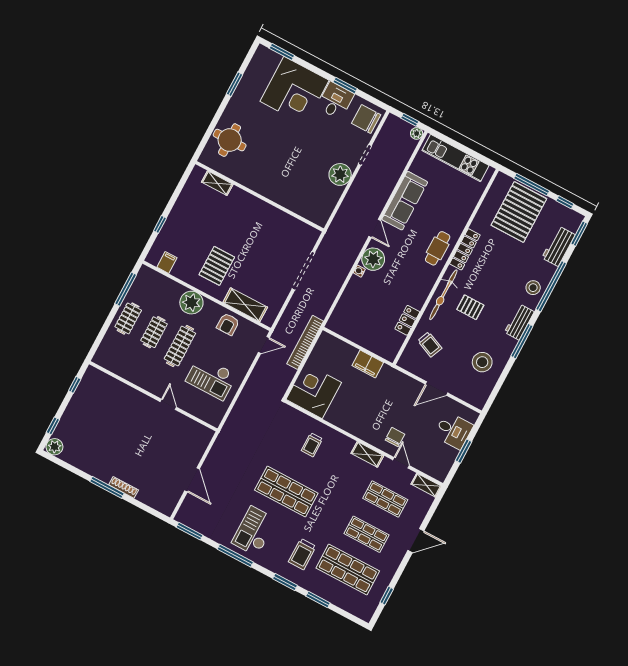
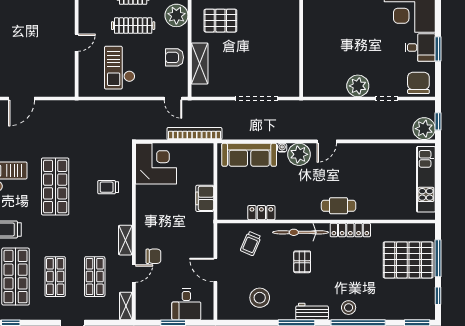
plant: (417, 133) -> (424, 129), width x1.87, depth x1.87
sofa: (405, 201) -> (249, 155), moved
workbench: (558, 246) -> (397, 311), removed

